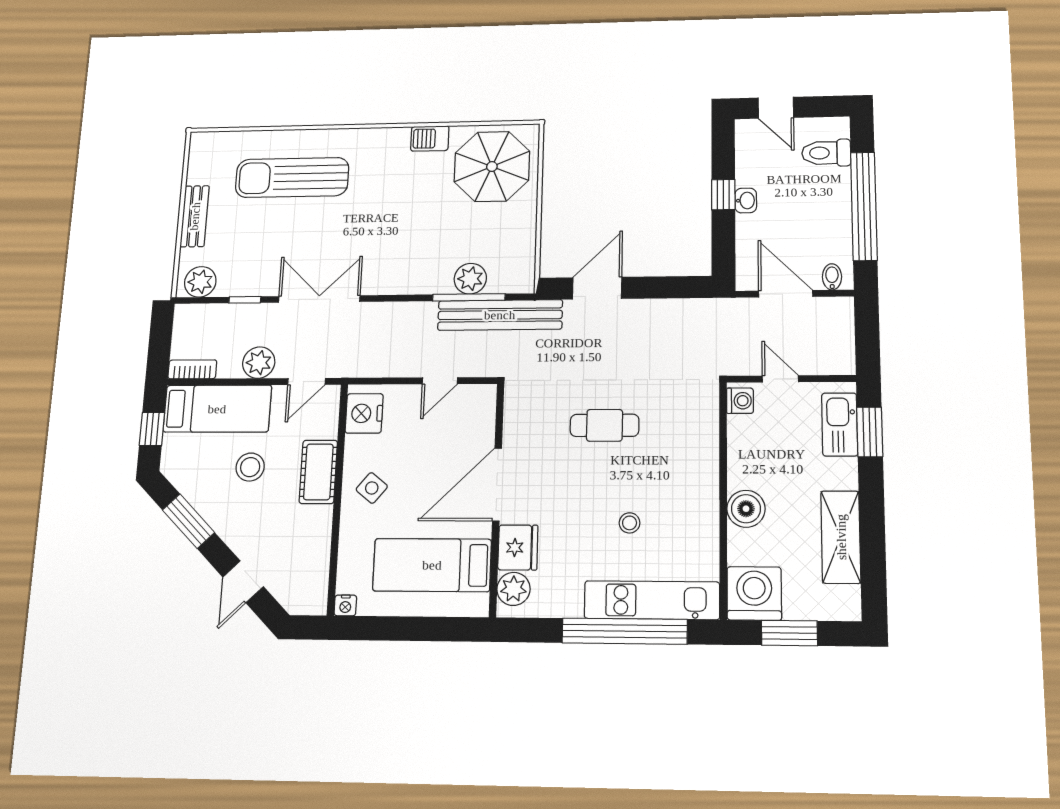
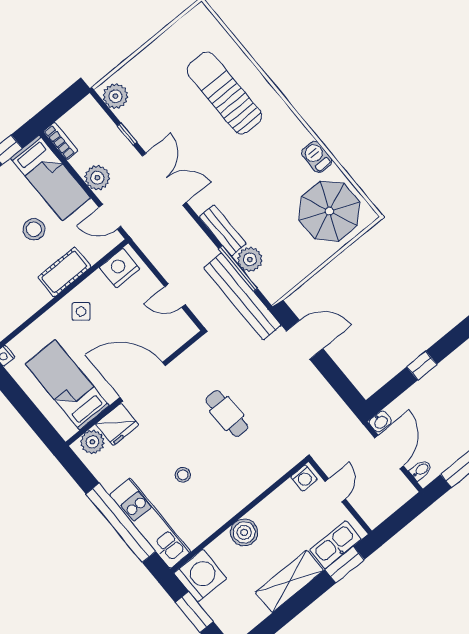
washbasin: (746, 201) -> (380, 421), moved
bench: (195, 216) -> (223, 230), moved, turned 90
shelving: (841, 537) -> (289, 581), moved

